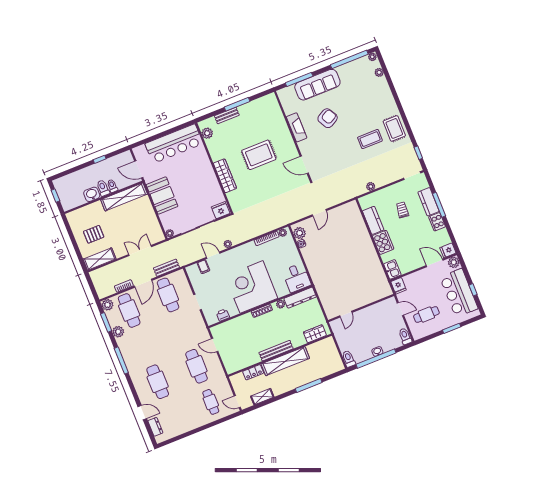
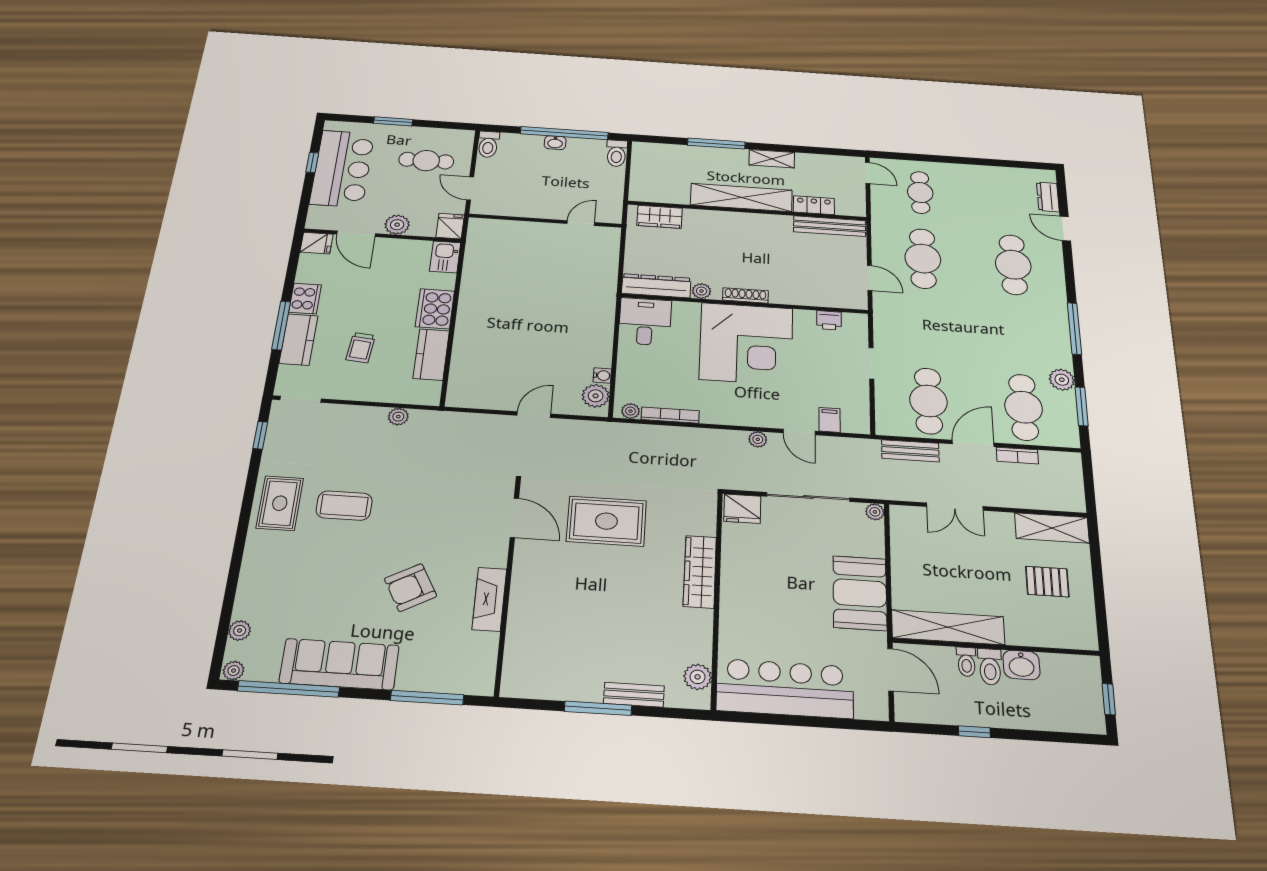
sofa: (317, 85) -> (339, 664), moved
rug: (259, 155) -> (606, 521), moved
plant: (454, 262) -> (397, 225), moved
plant: (107, 305) -> (1067, 436), removed
bench: (276, 351) -> (830, 226), moved
shelving: (262, 397) -> (772, 159), moved

